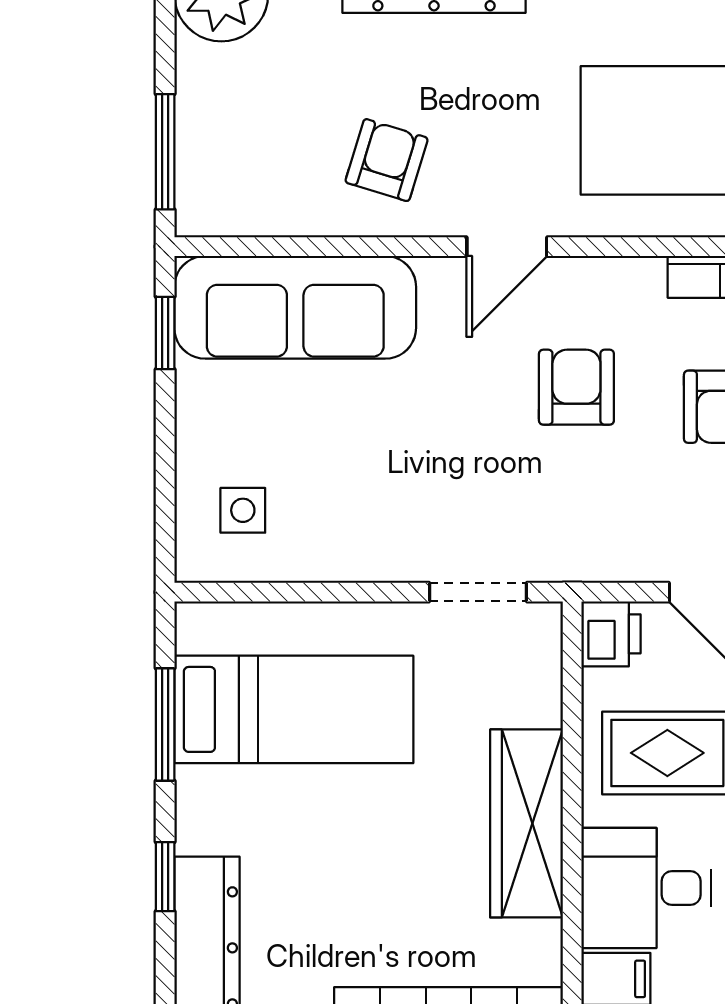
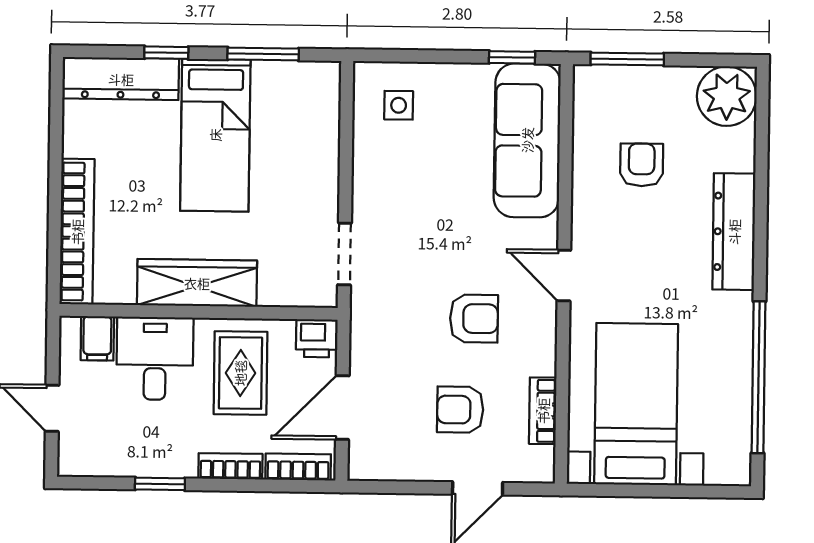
armchair: (387, 160) -> (642, 165), moved, turned -107
bed: (294, 709) -> (215, 135), moved

